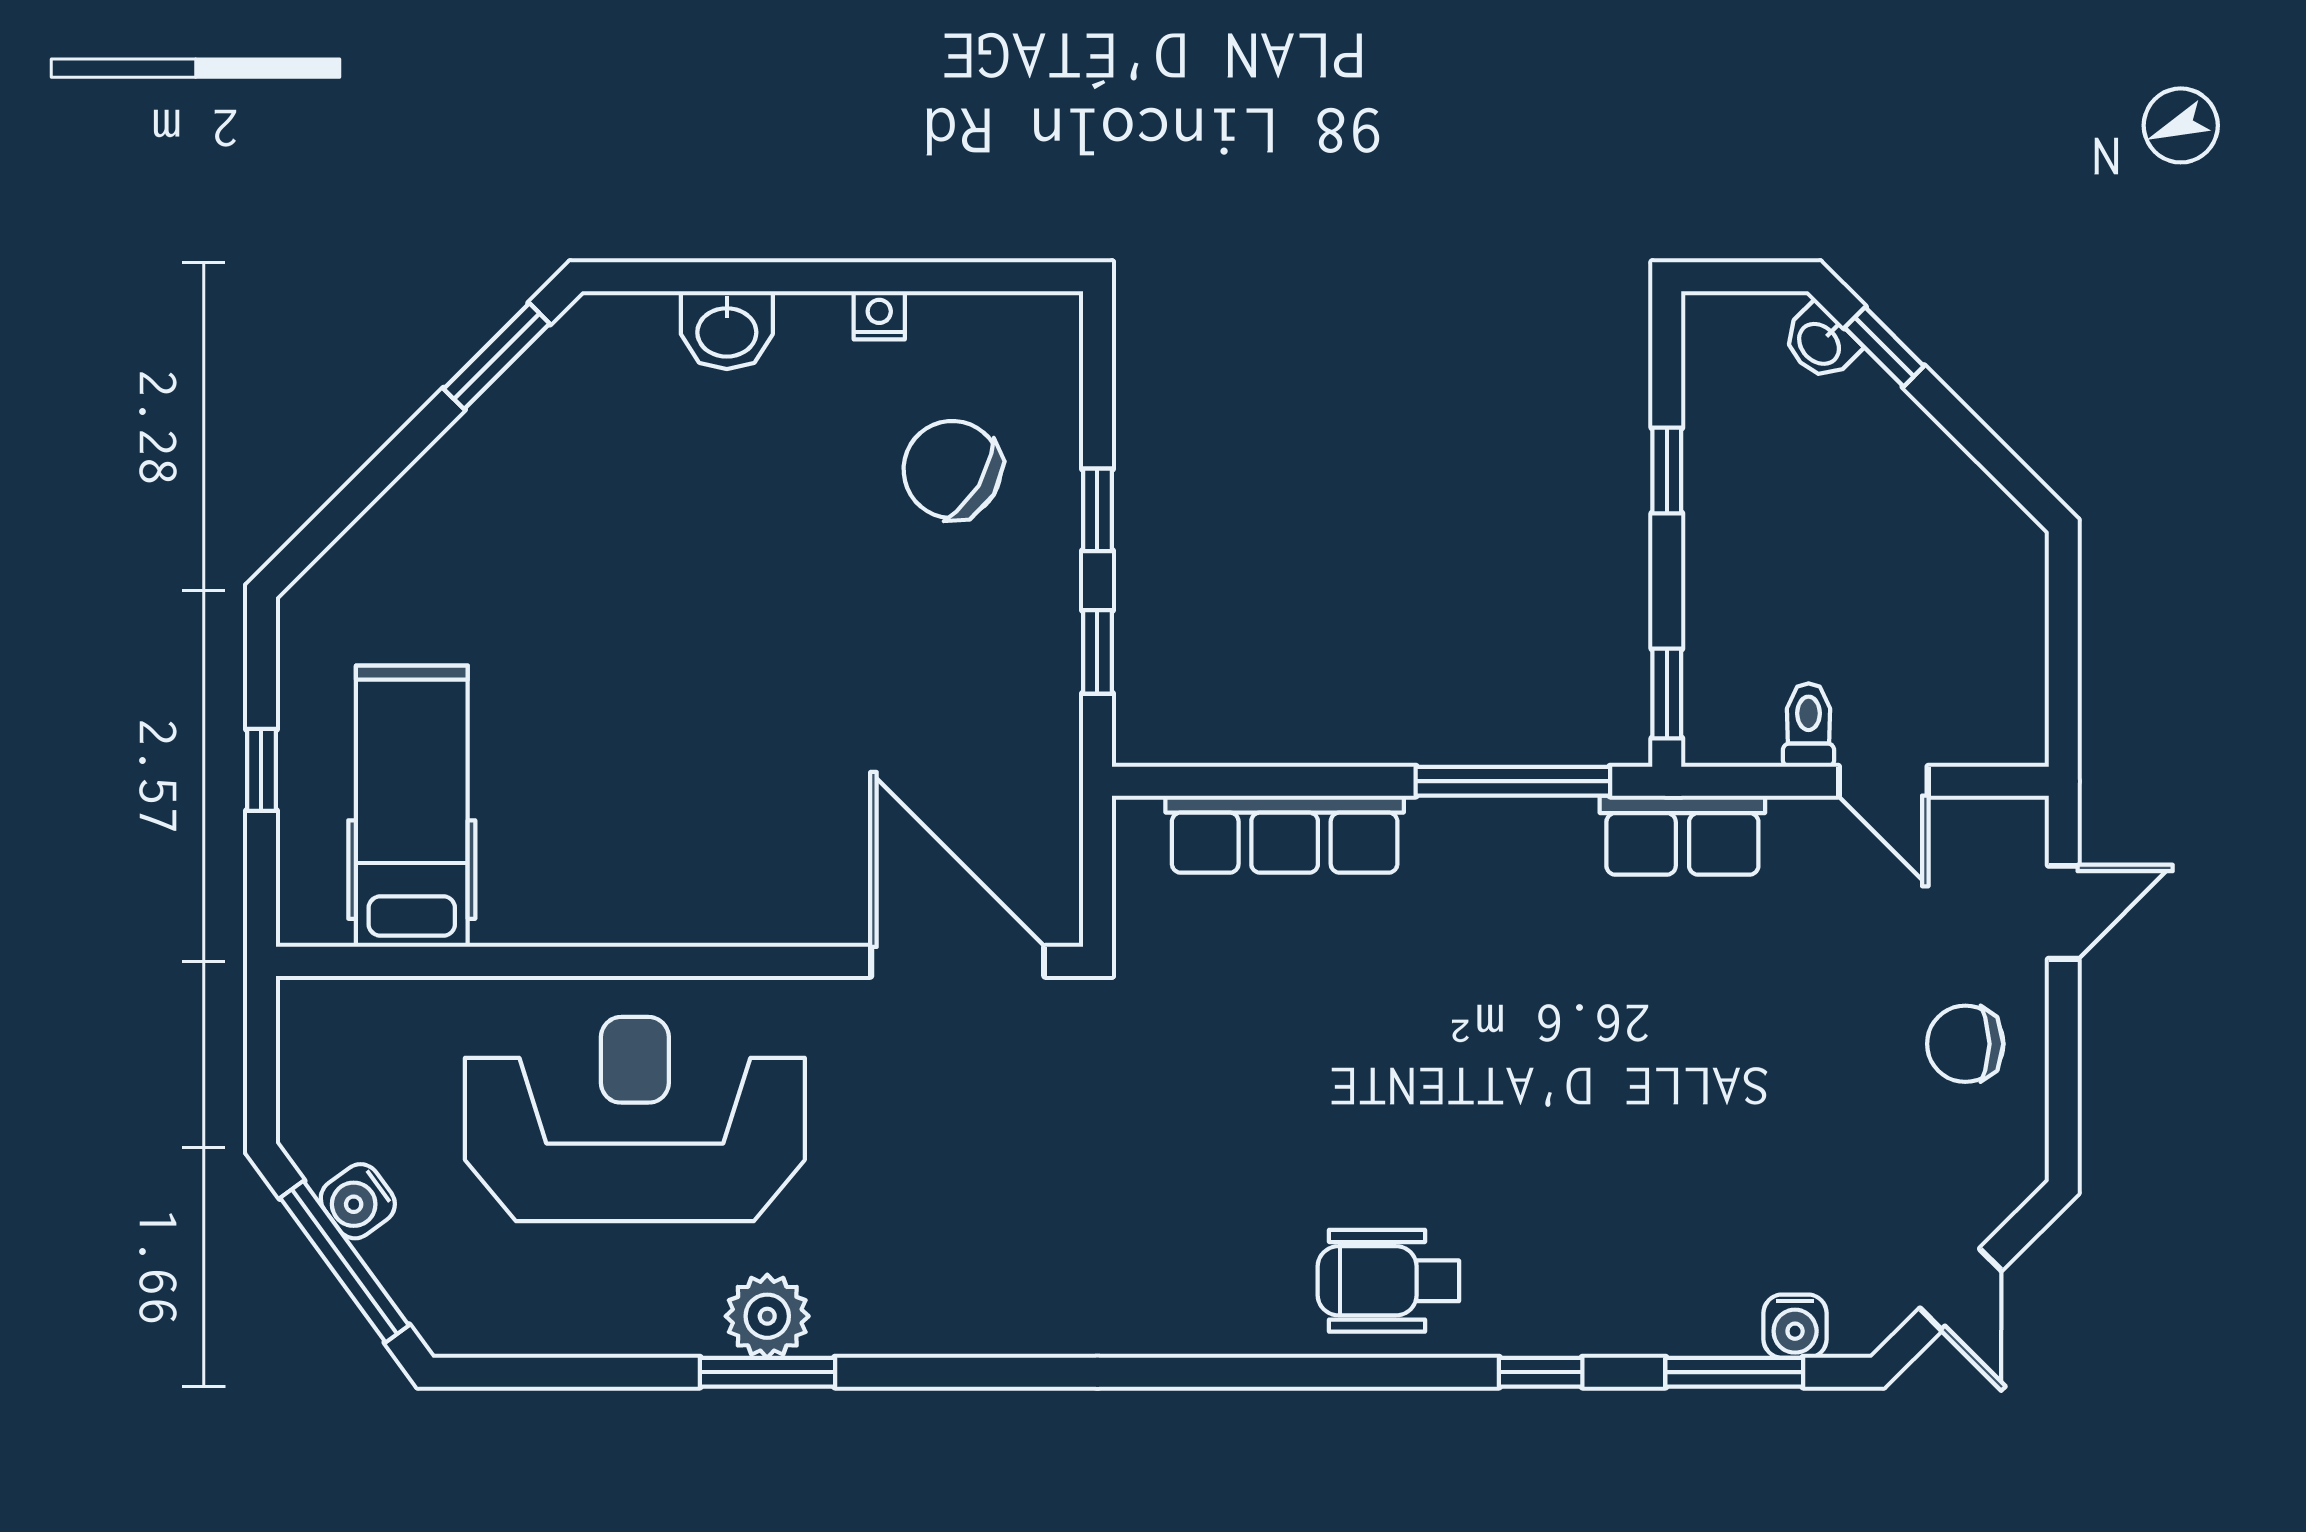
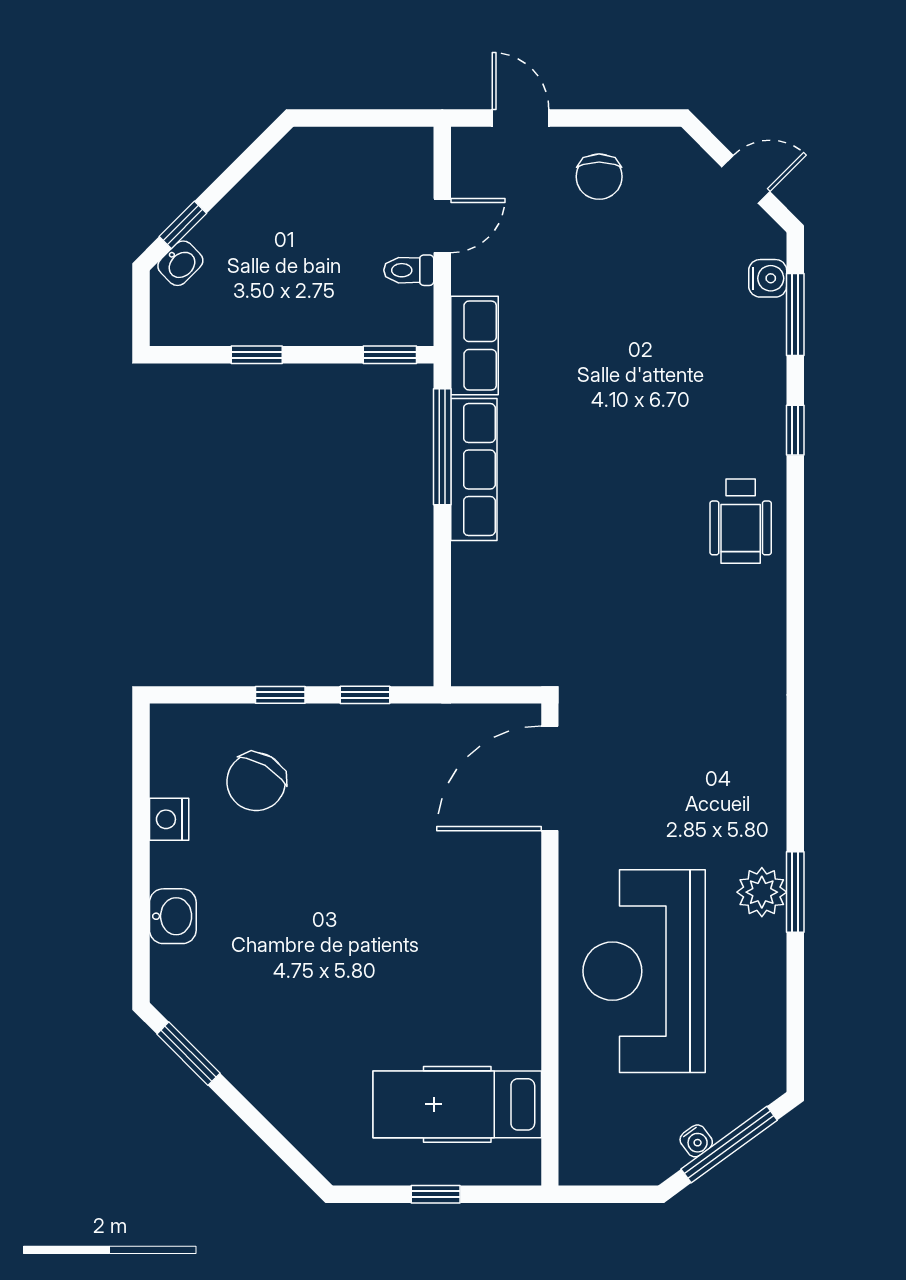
nightstand: (879, 315) -> (169, 819), width x1.39, depth x1.35
row of seats: (1285, 834) -> (474, 470), moved
water cooler: (358, 1201) -> (696, 1141), width x0.72, depth x0.72

